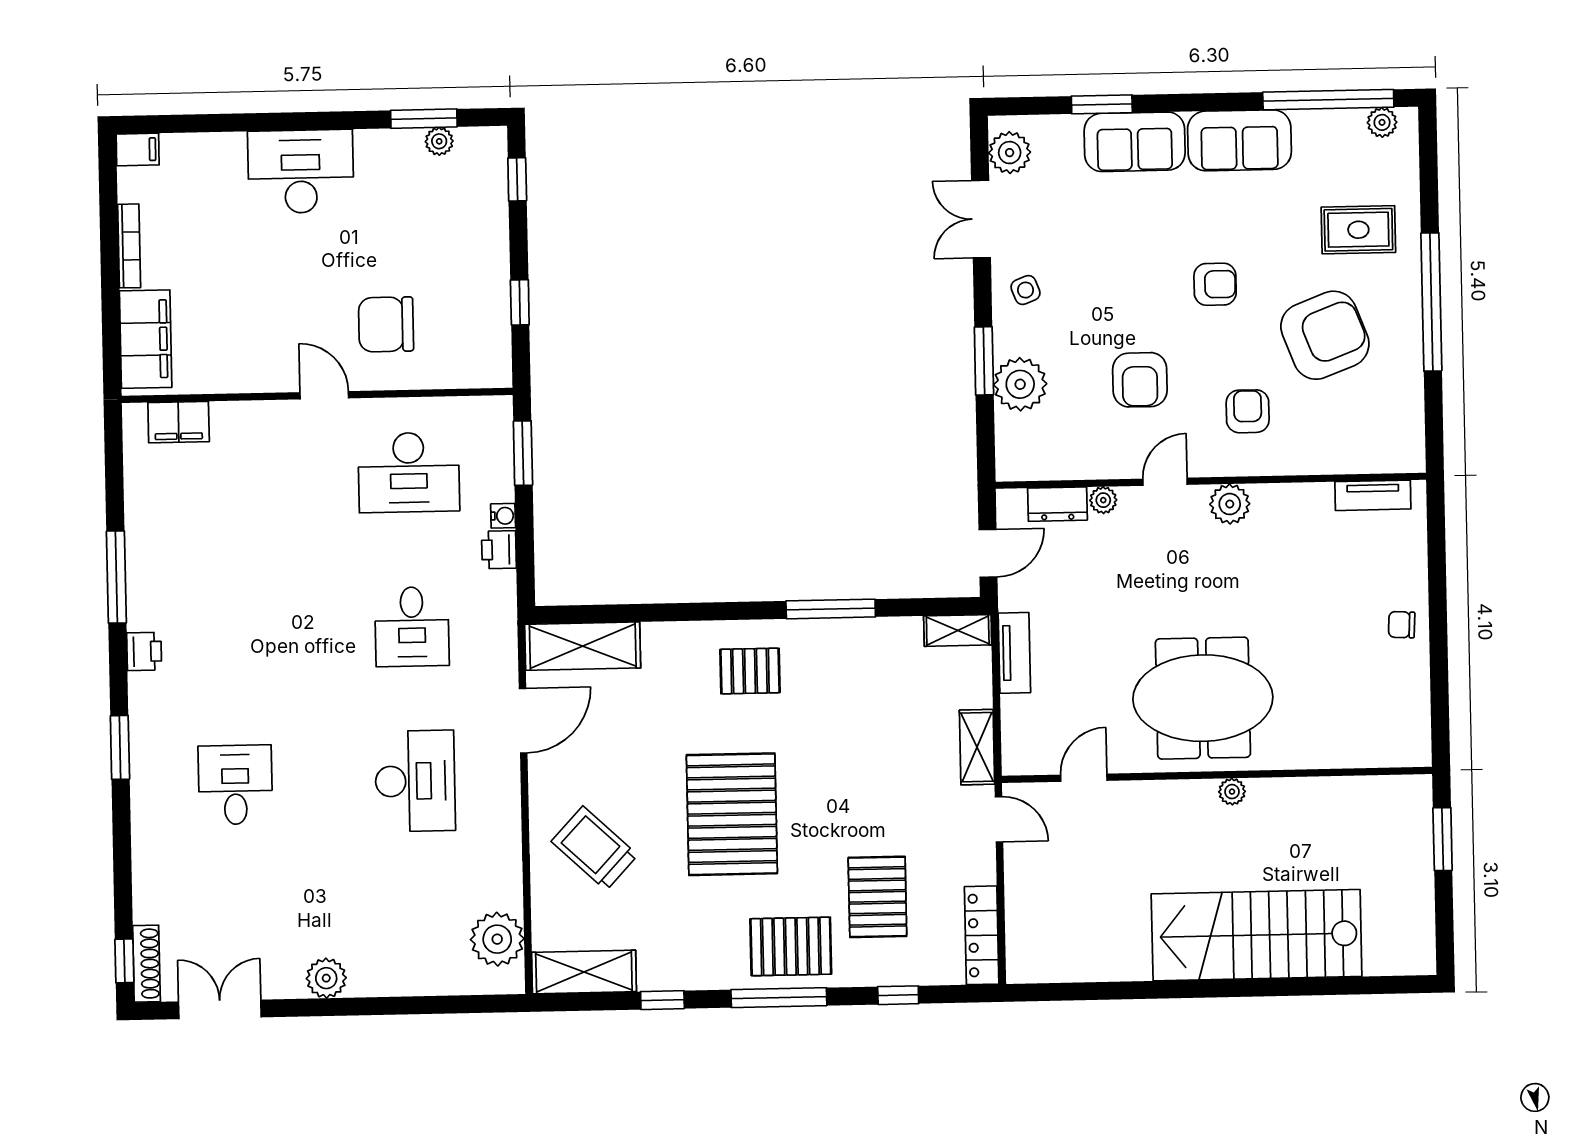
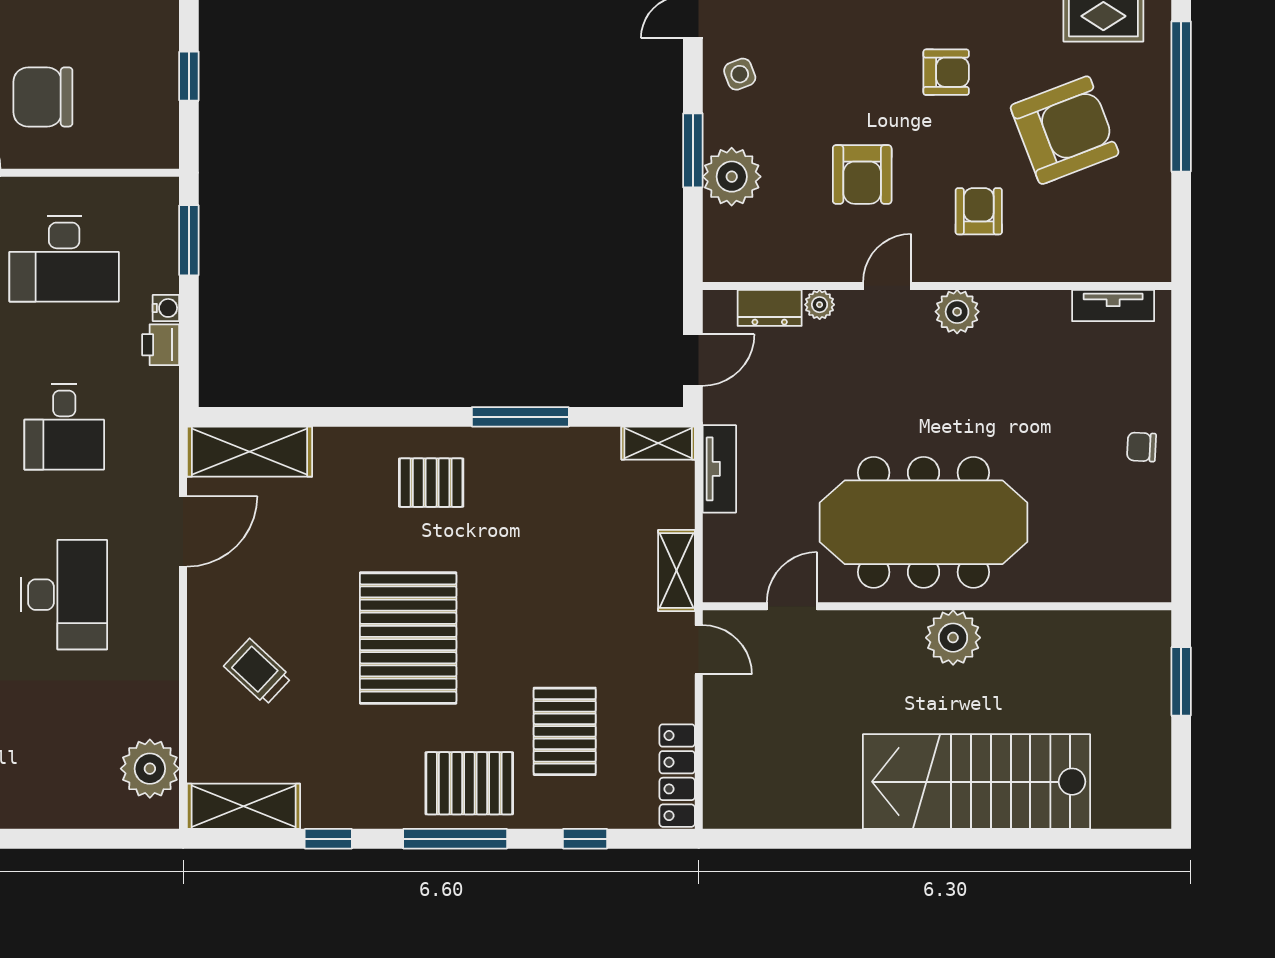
meeting table: (1203, 698) -> (924, 522), width x1.36
plant: (1232, 792) -> (953, 638), width x1.88, depth x1.88
trolley: (594, 848) -> (258, 672), width x0.73, depth x0.72

